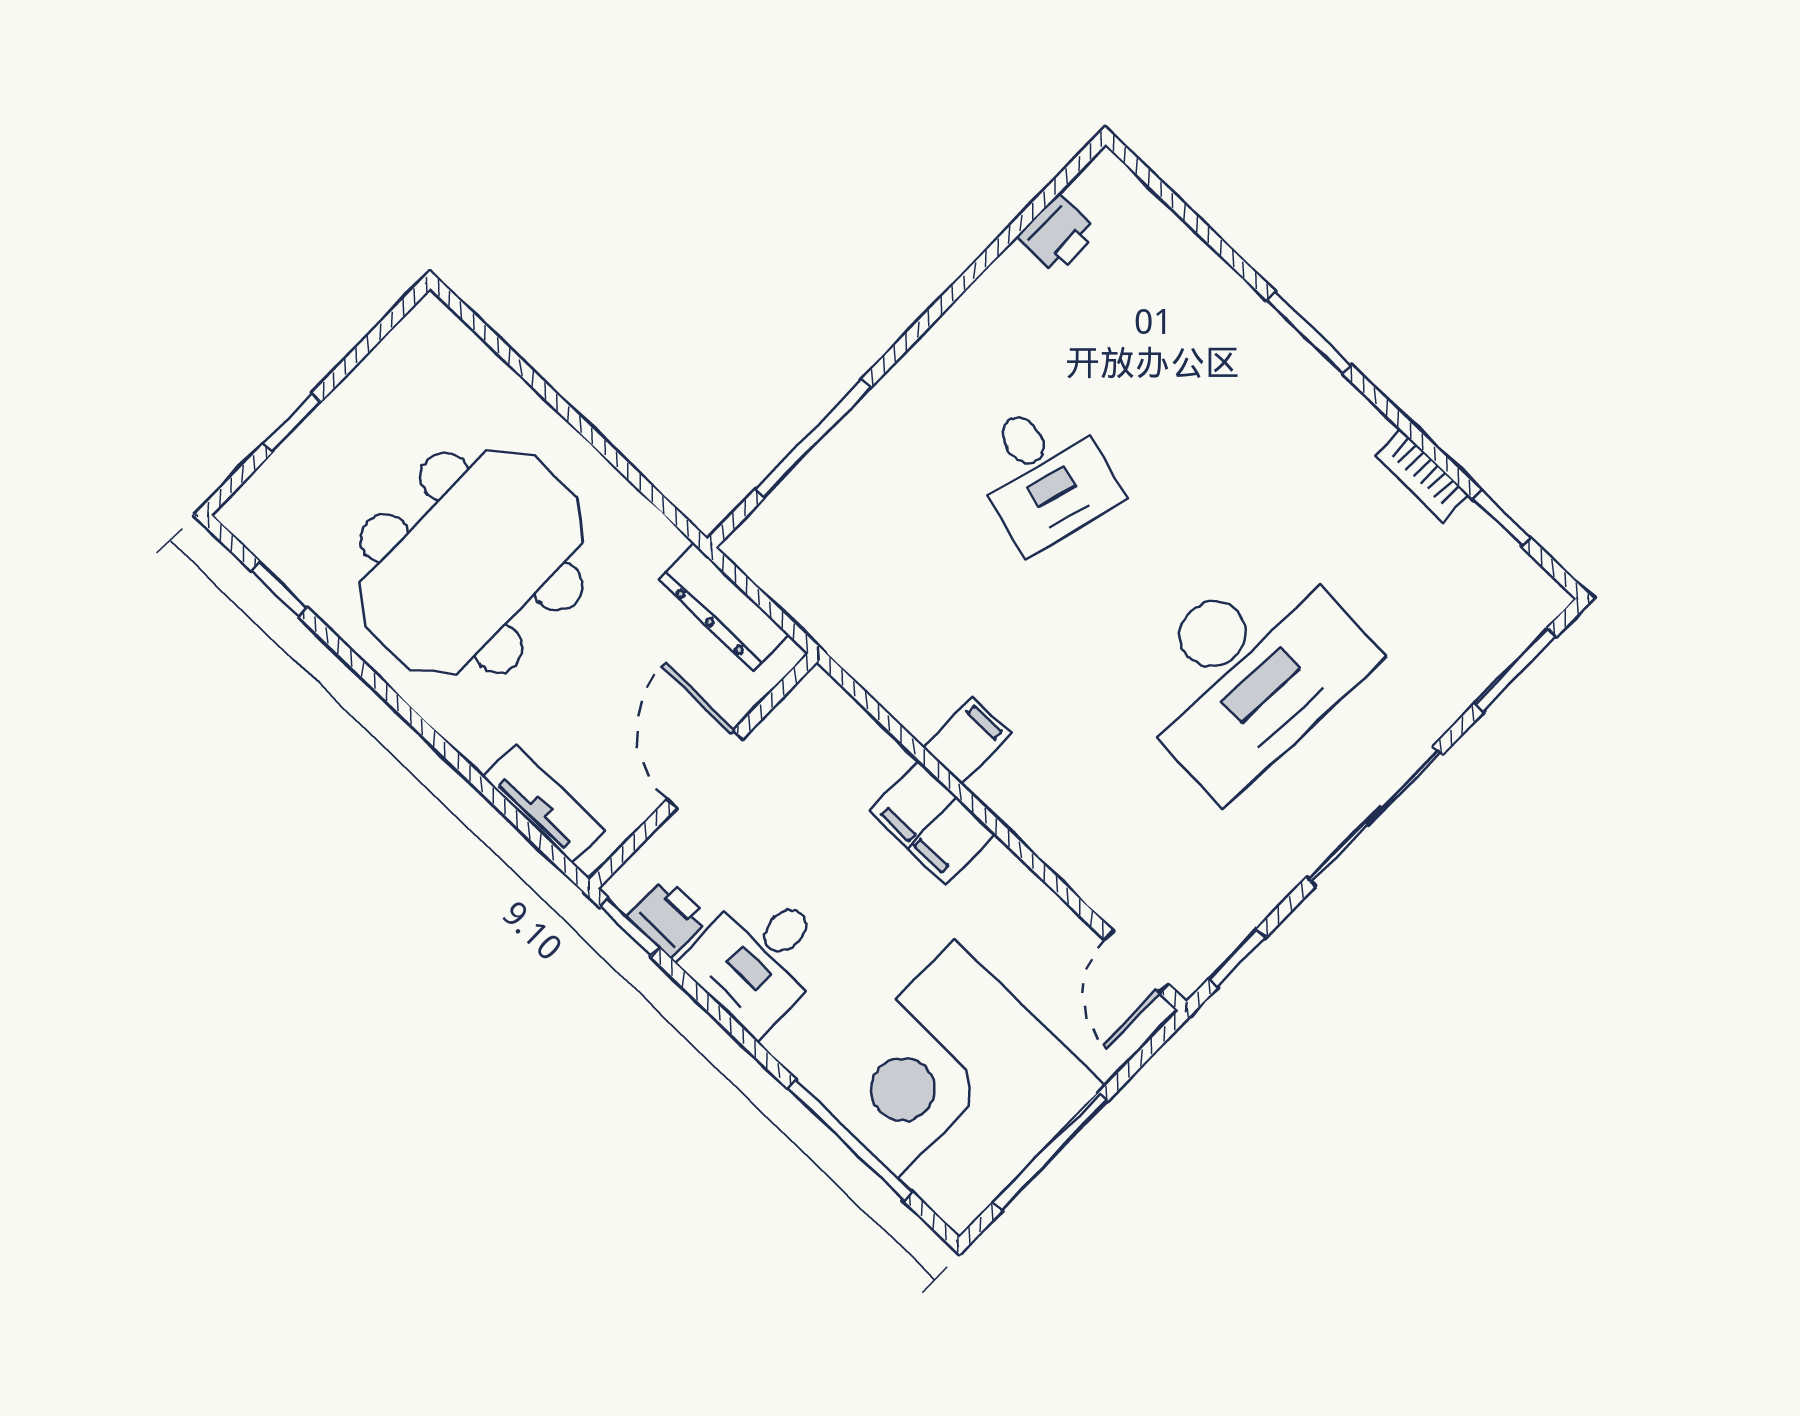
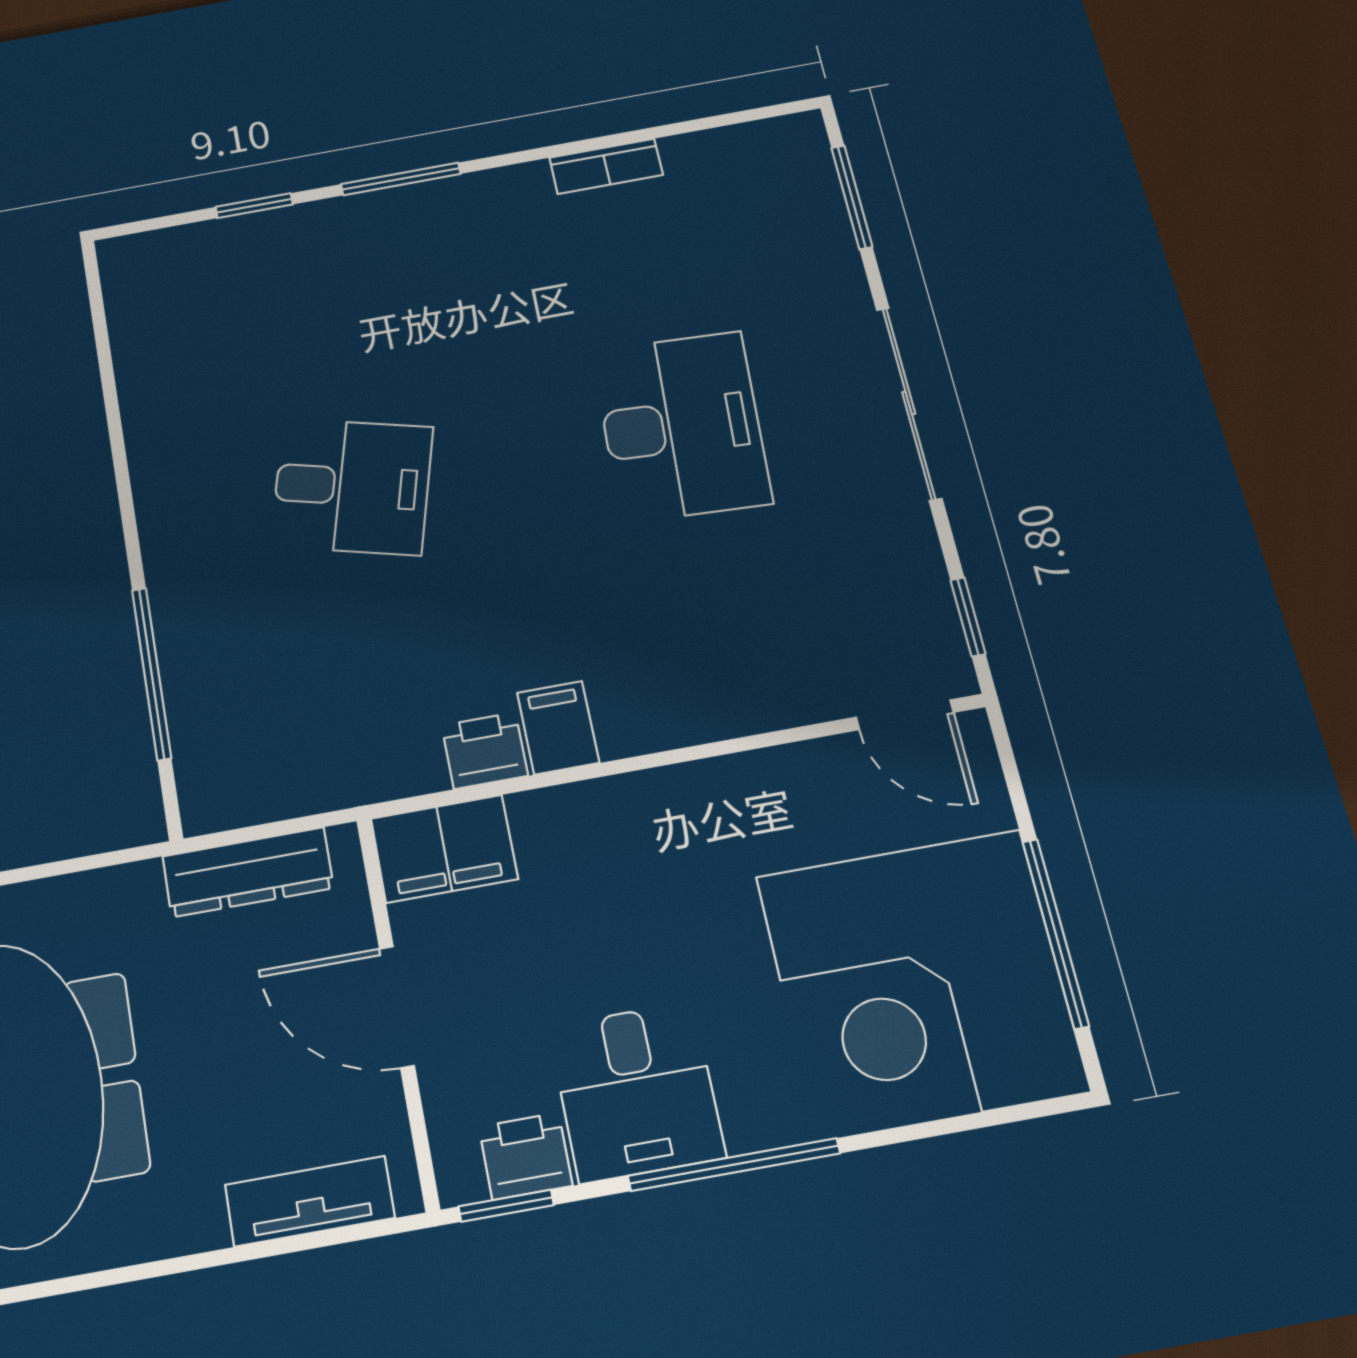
printer: (1057, 234) -> (485, 751), moved, turned -90
window: (1502, 519) -> (254, 206), moved
desk: (1248, 672) -> (681, 426), width x0.73, depth x0.77
filing cabinet: (932, 822) -> (444, 849), moved
window: (850, 1140) -> (734, 1165), moved

